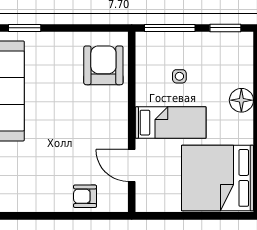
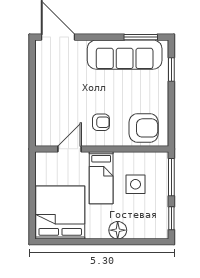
side table: (179, 76) -> (135, 184), width x1.87, depth x1.87
armchair: (85, 196) -> (101, 122), moved, turned 90

